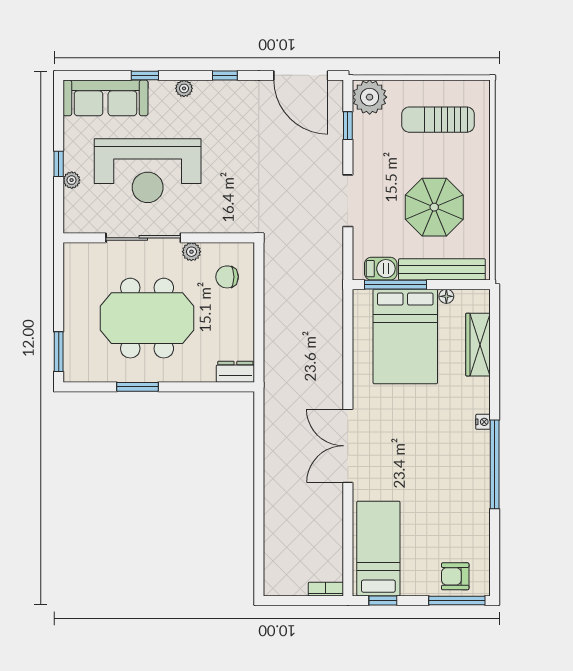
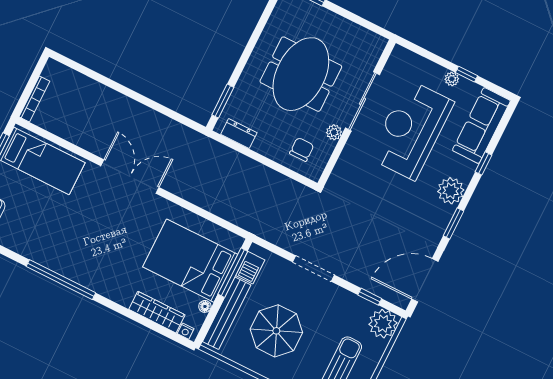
window: (225, 75) -> (453, 223), width x1.50
plant: (184, 88) -> (451, 191), width x1.88, depth x1.88
window: (59, 164) -> (466, 74), moved
plant: (72, 180) -> (452, 79), moved
dresser: (235, 372) -> (239, 134), moved, turned -90
window: (137, 387) -> (223, 101), moved
nightstand: (483, 422) -> (186, 331), moved
bookcase: (326, 589) -> (34, 99), width x1.56

